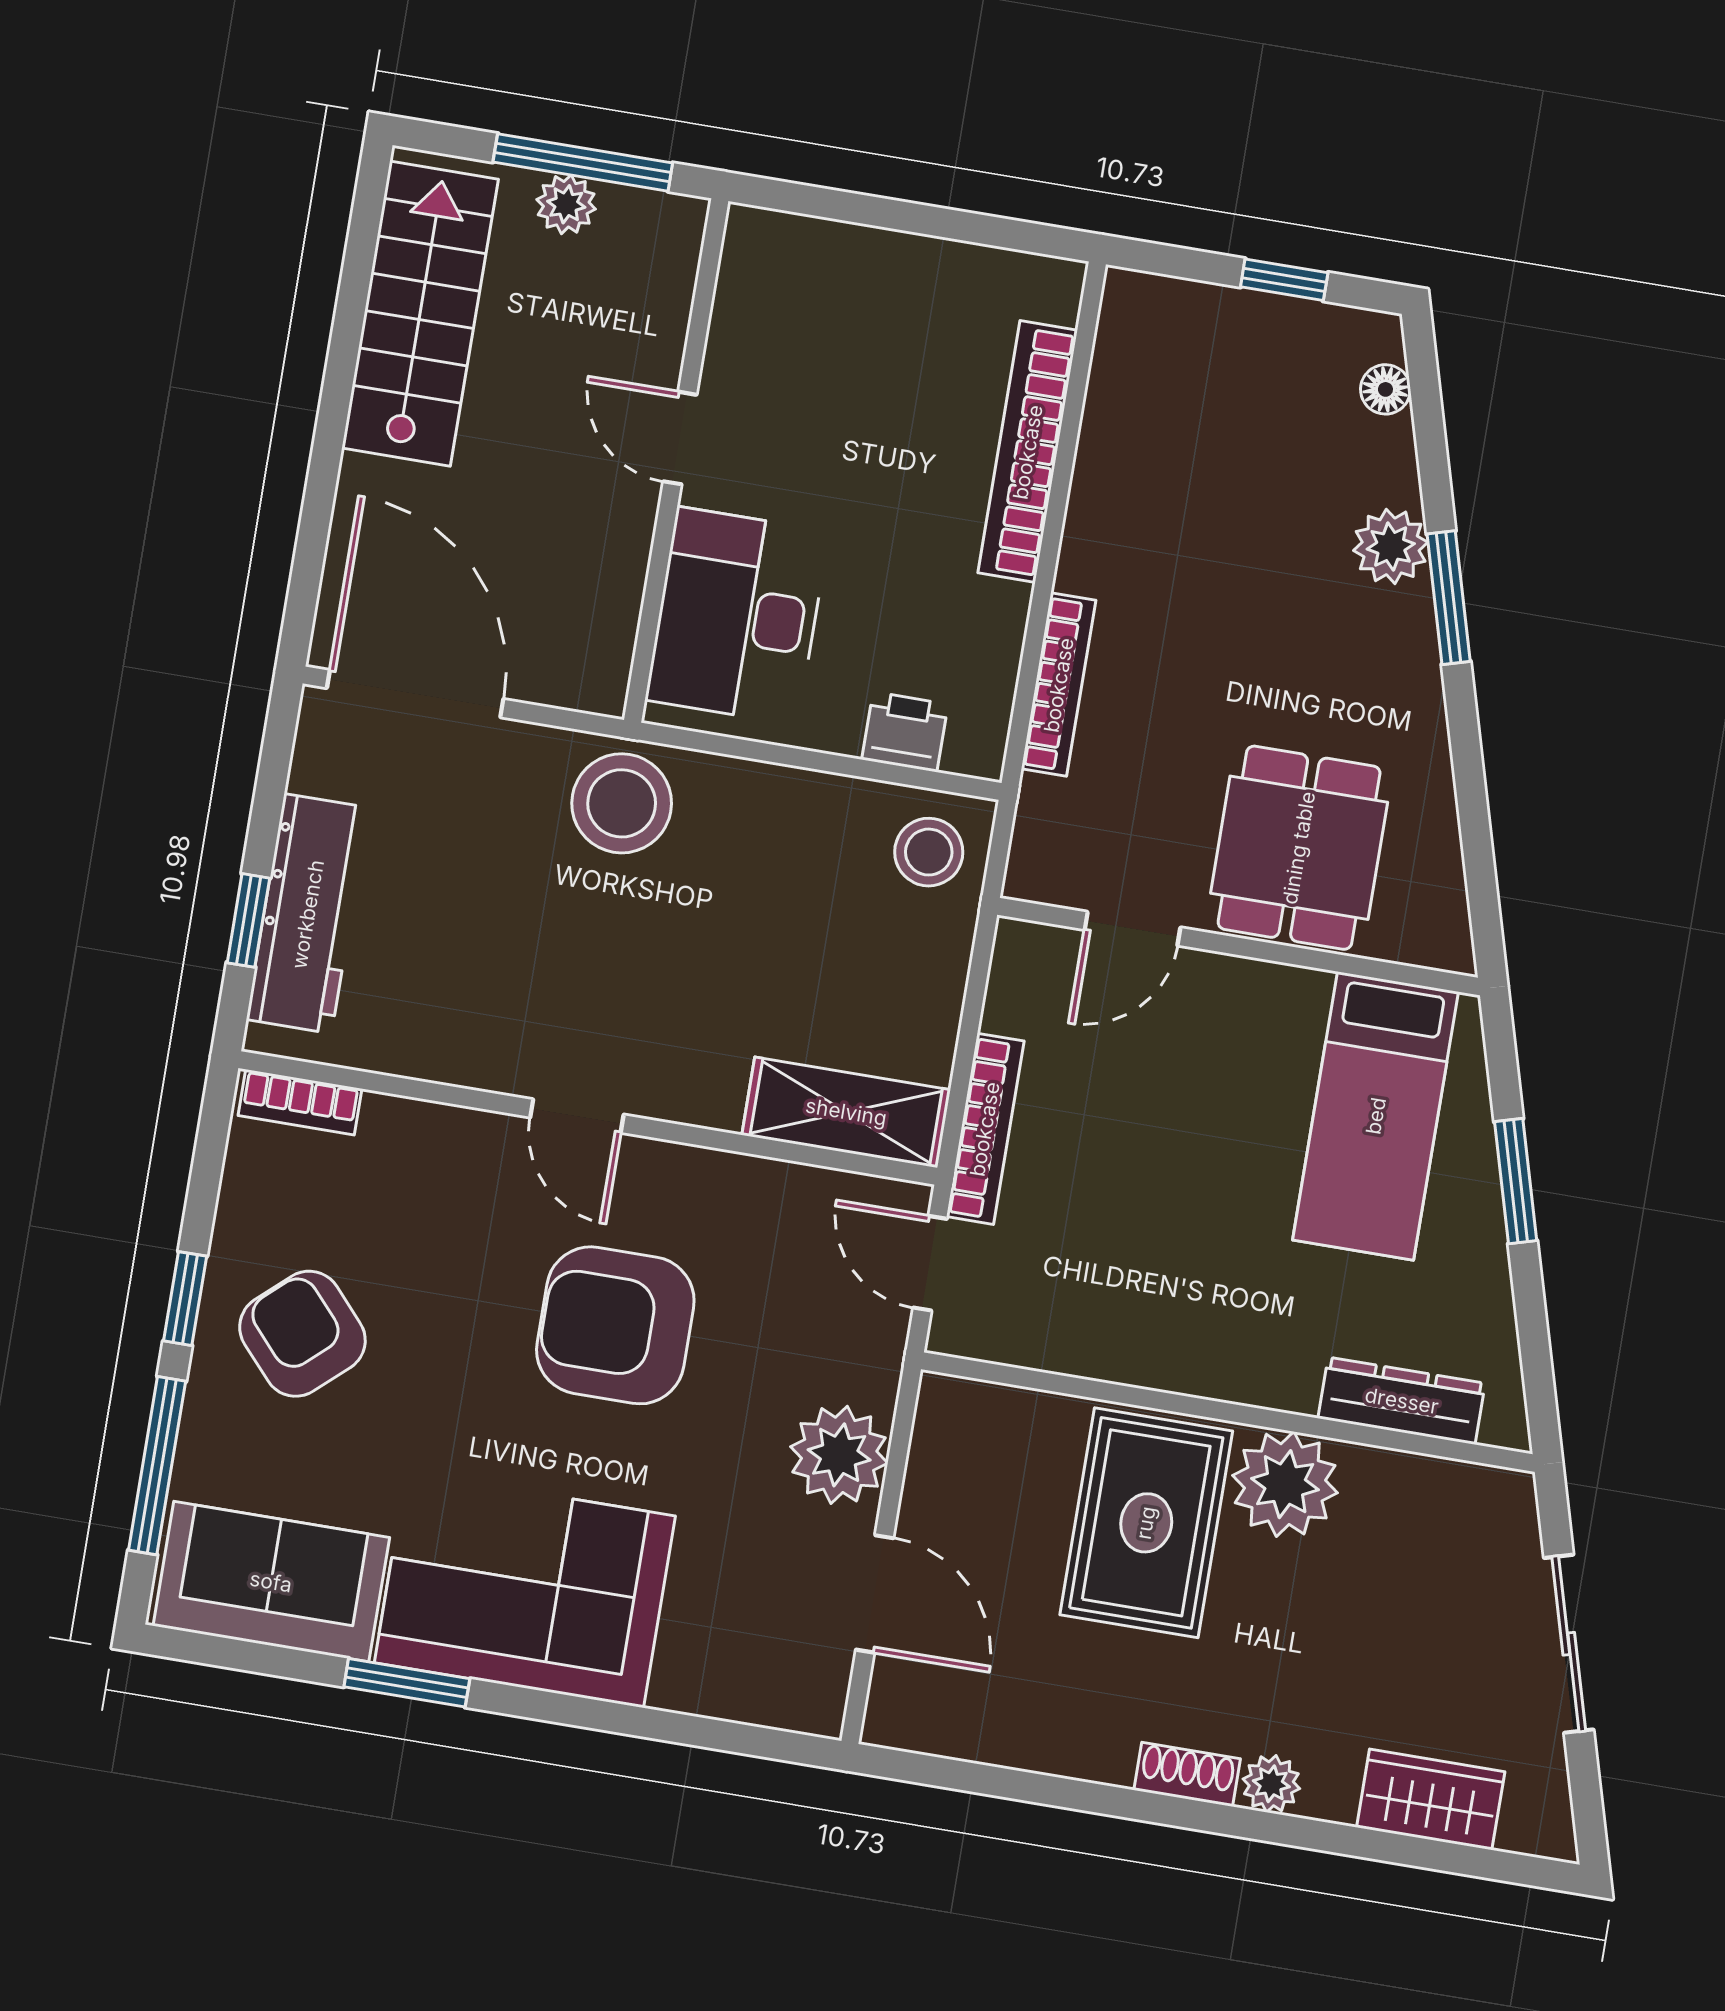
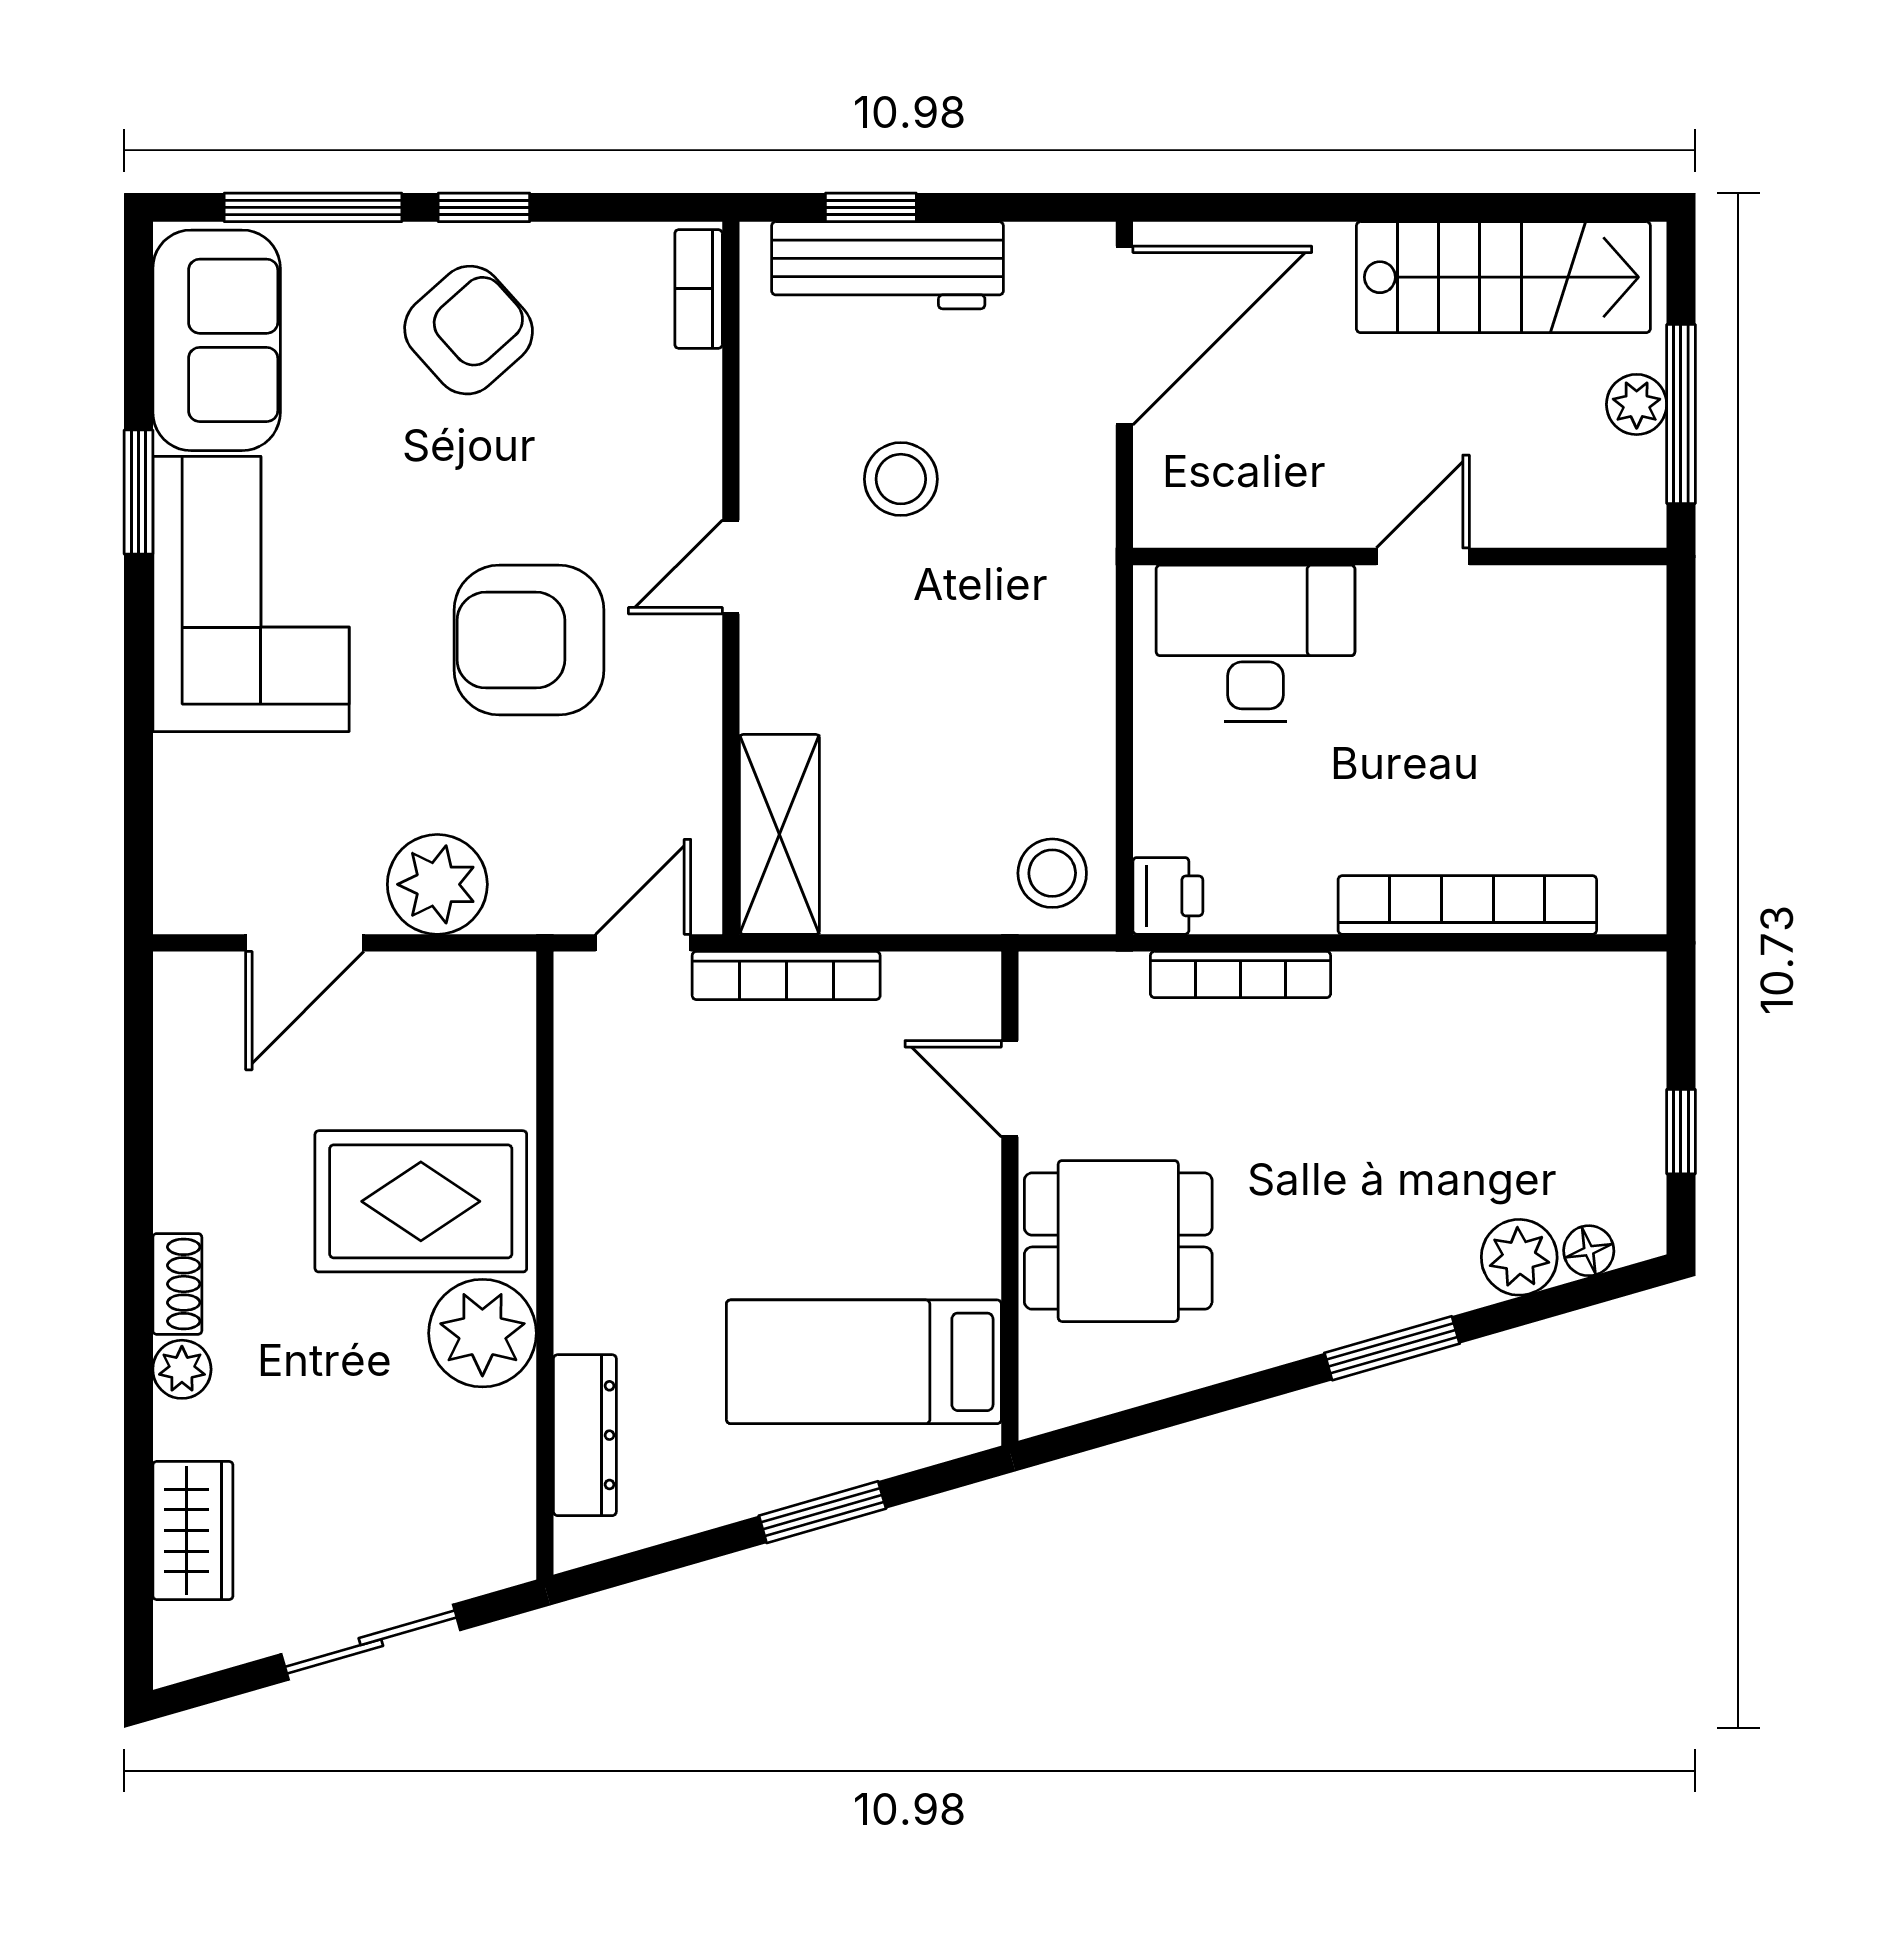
plant: (1391, 546) -> (1519, 1257), moved
printer: (905, 732) -> (1168, 896), moved
stool: (622, 803) -> (901, 479), moved, width x0.73, depth x0.73
armchair: (615, 1325) -> (529, 640), turned -90

